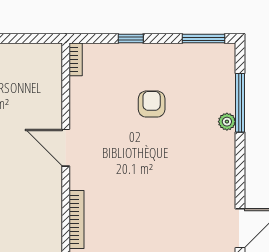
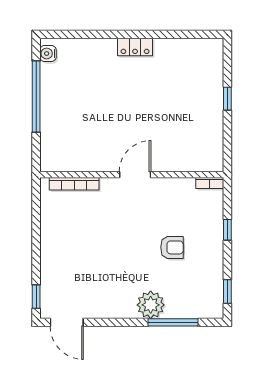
window: (204, 39) -> (227, 291), width x0.67
plant: (227, 122) -> (151, 305), width x1.88, depth x1.88

